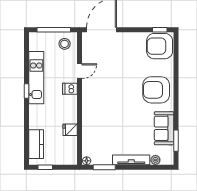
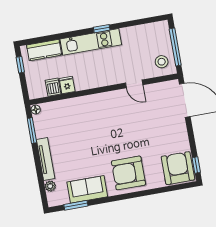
kitchen unit: (36, 78) -> (91, 42), moved
dishwasher: (70, 89) -> (53, 87), moved
armchair: (156, 90) -> (128, 173), turned -90

